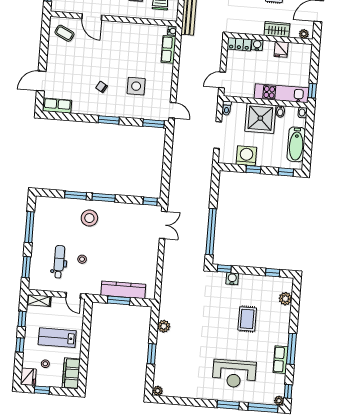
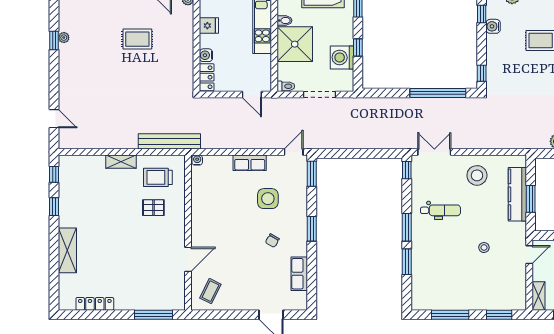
wardrobe: (277, 29) -> (185, 33), removed
row of seats: (168, 49) -> (250, 163), moved
row of seats: (57, 106) -> (299, 274), moved
stool: (89, 218) -> (477, 175), moved
dental chair: (59, 262) -> (440, 210), moved, turned 180
water cooler: (232, 279) -> (493, 26), moved

